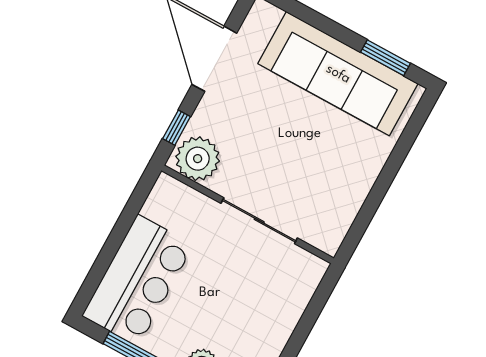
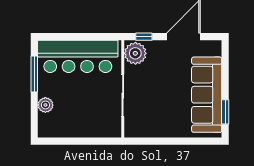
bar counter: (138, 280) -> (78, 56), width x1.36

